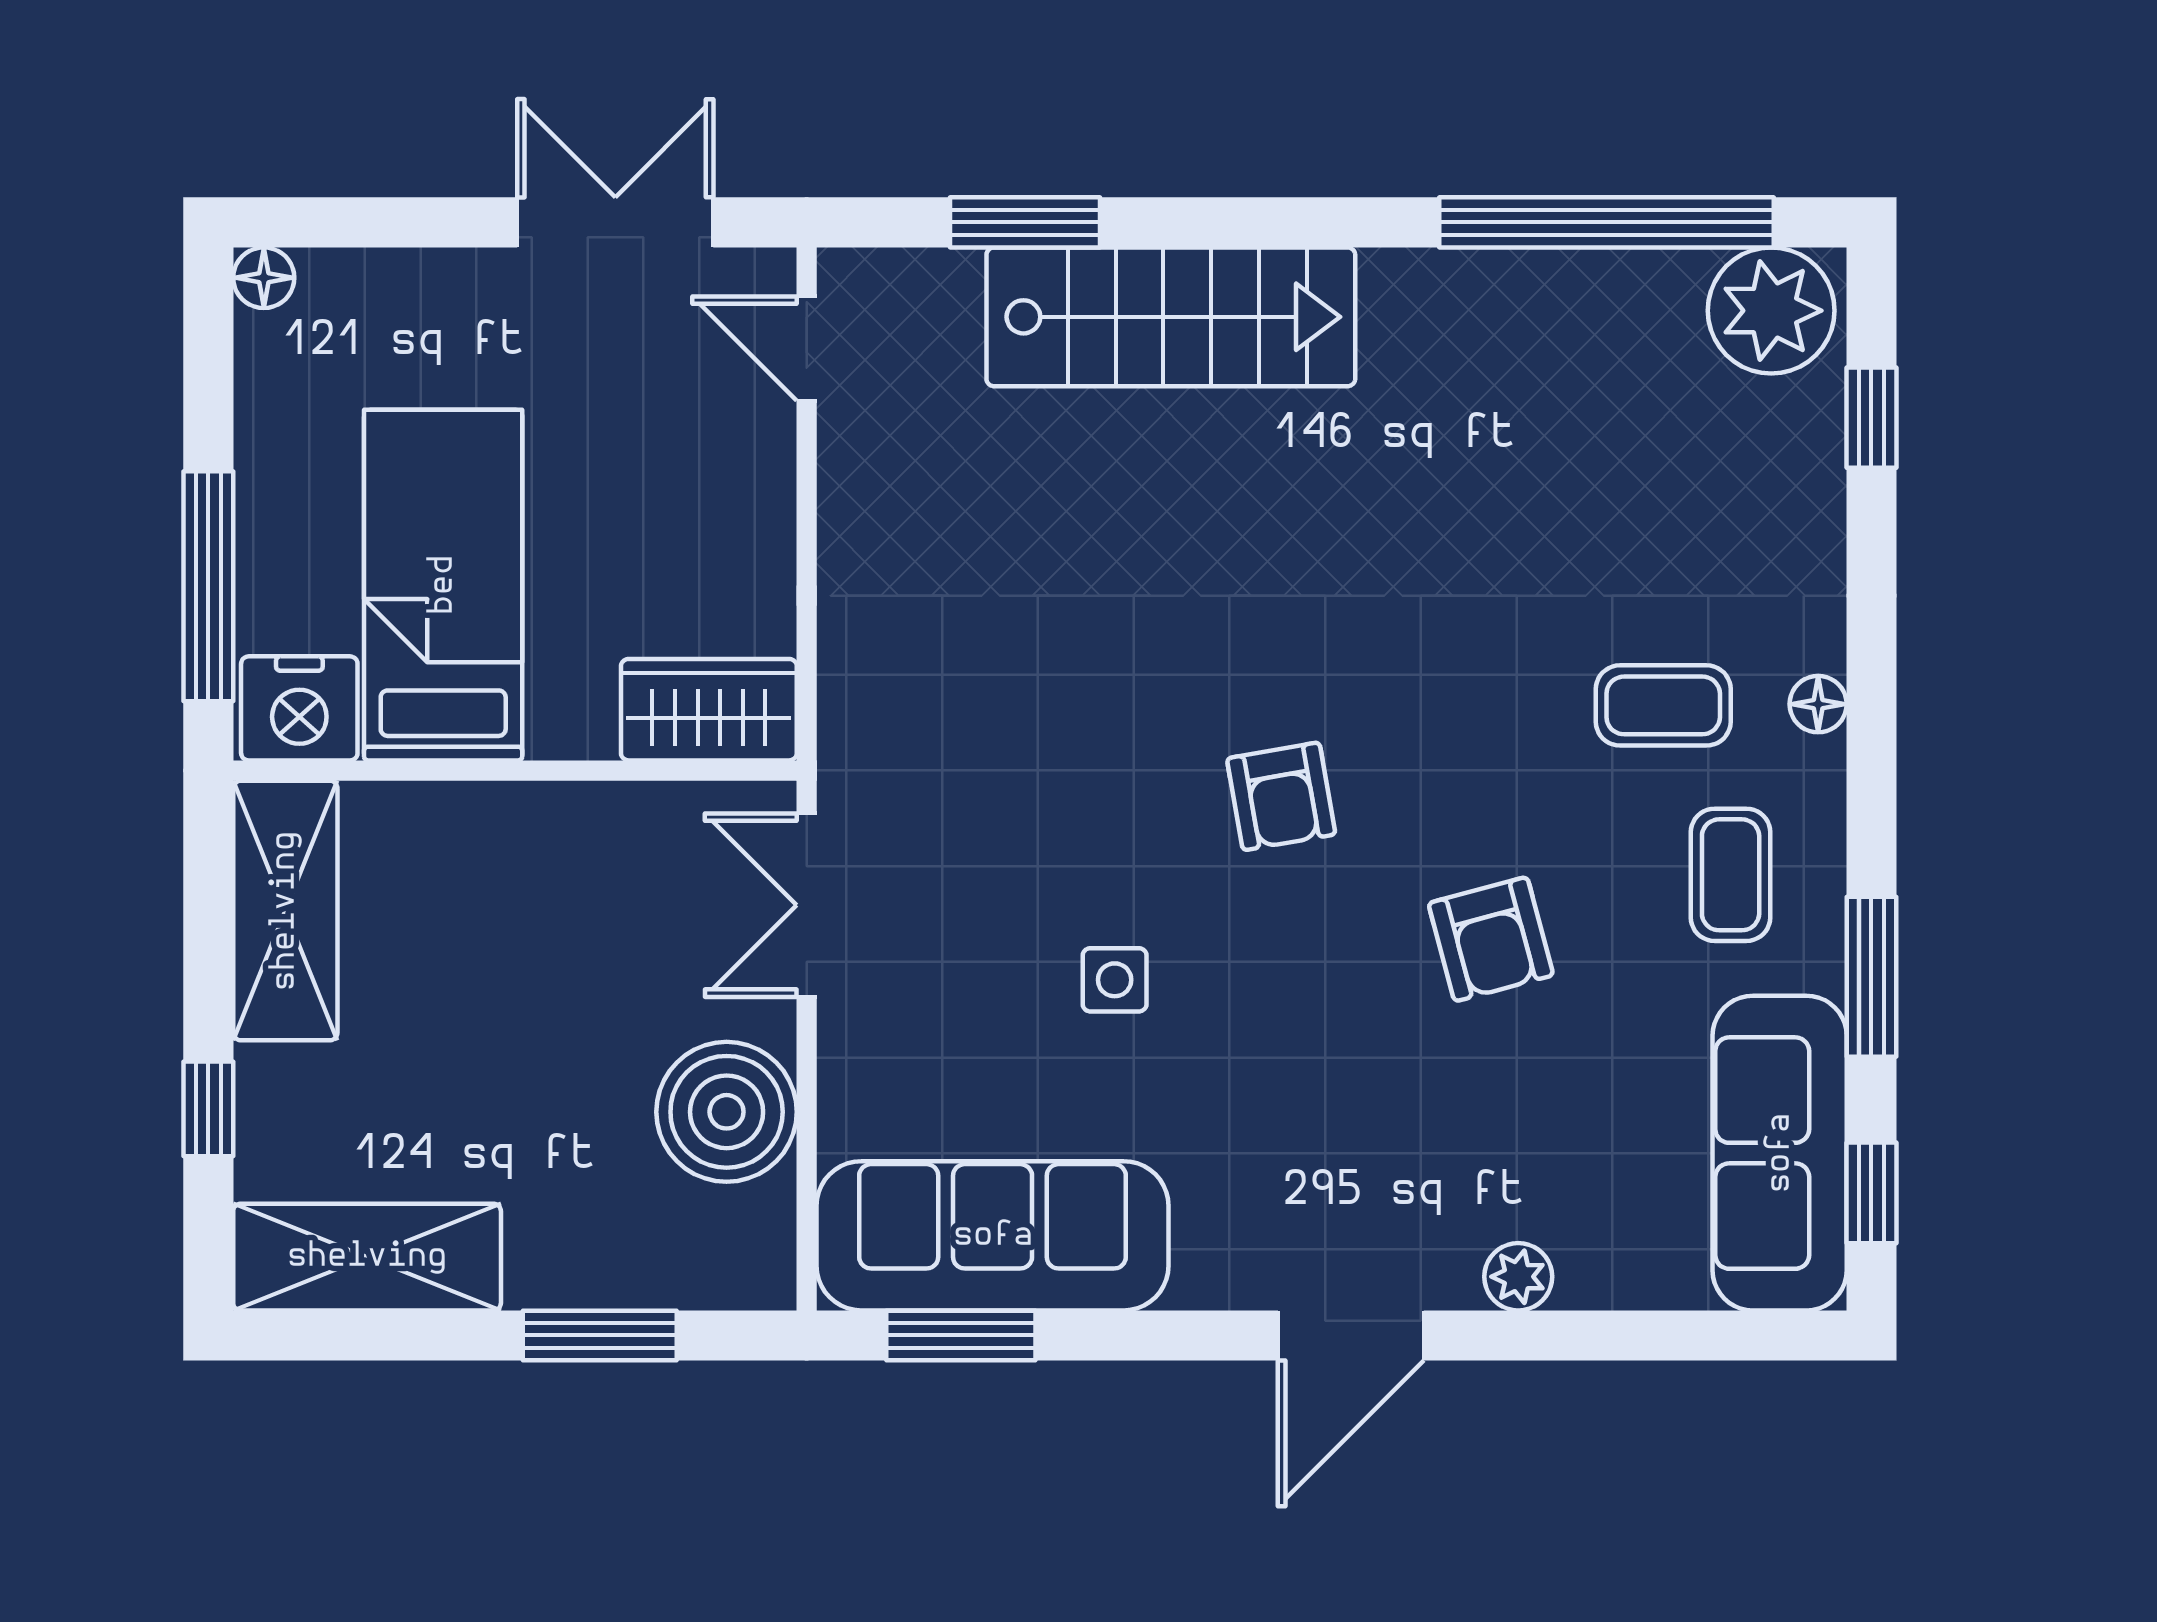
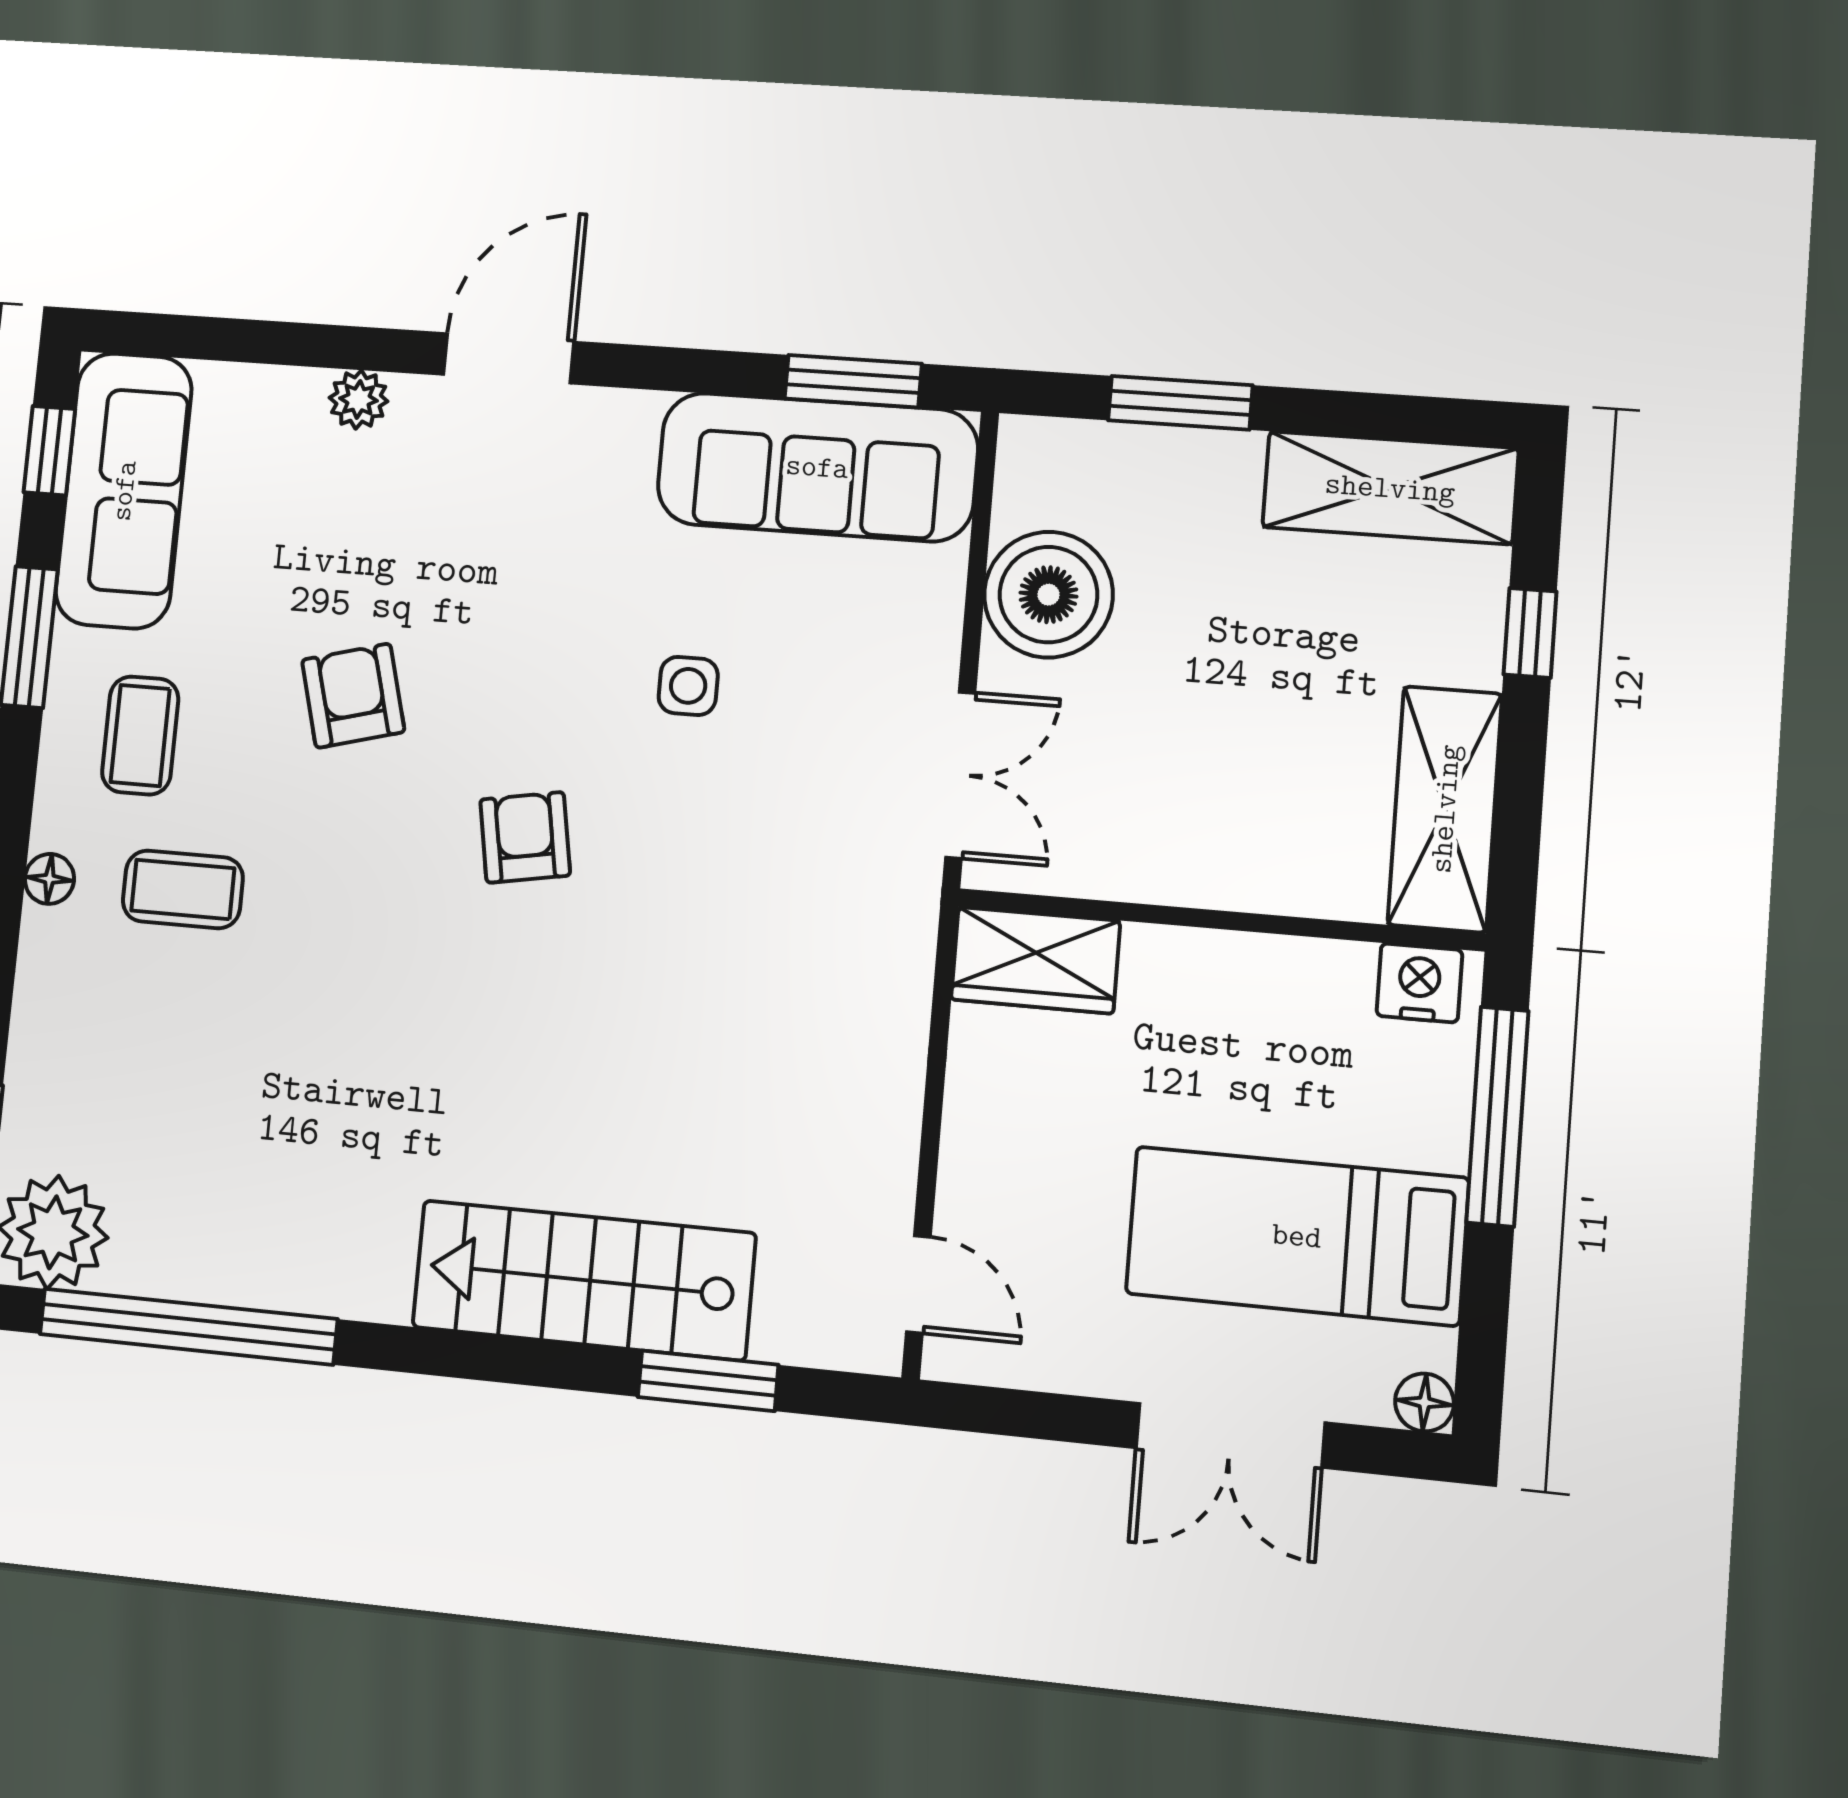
double door: (615, 222) -> (1230, 1435), moved
bed: (443, 585) -> (1297, 1236), moved, turned 90
nightstand: (299, 708) -> (1419, 983), width x0.74, depth x0.75

